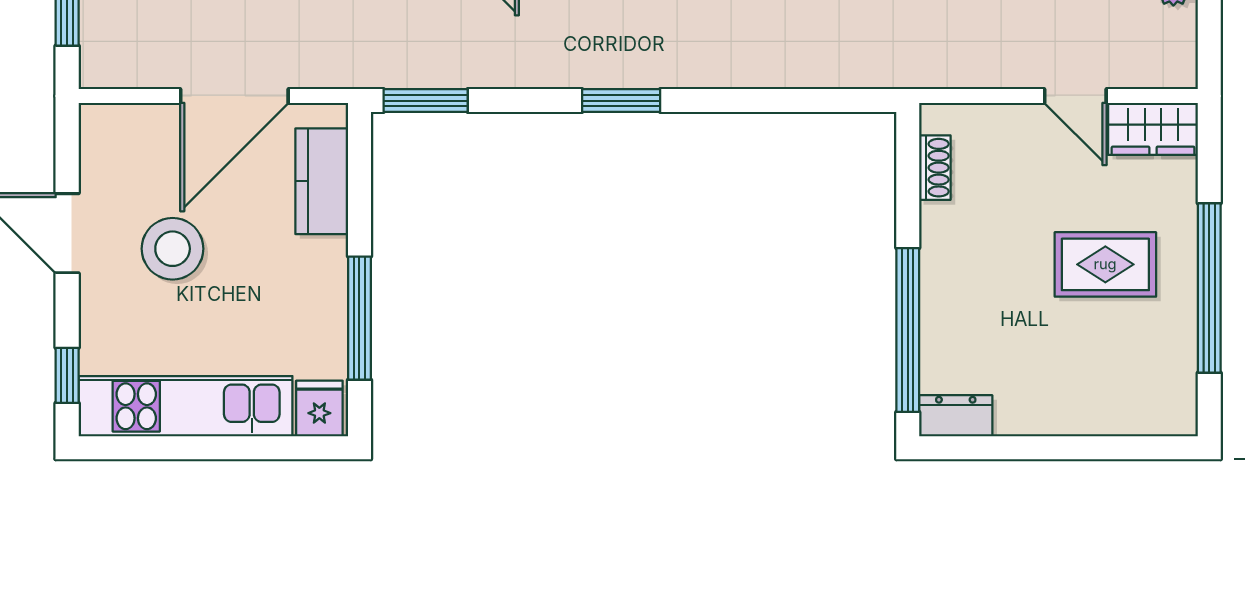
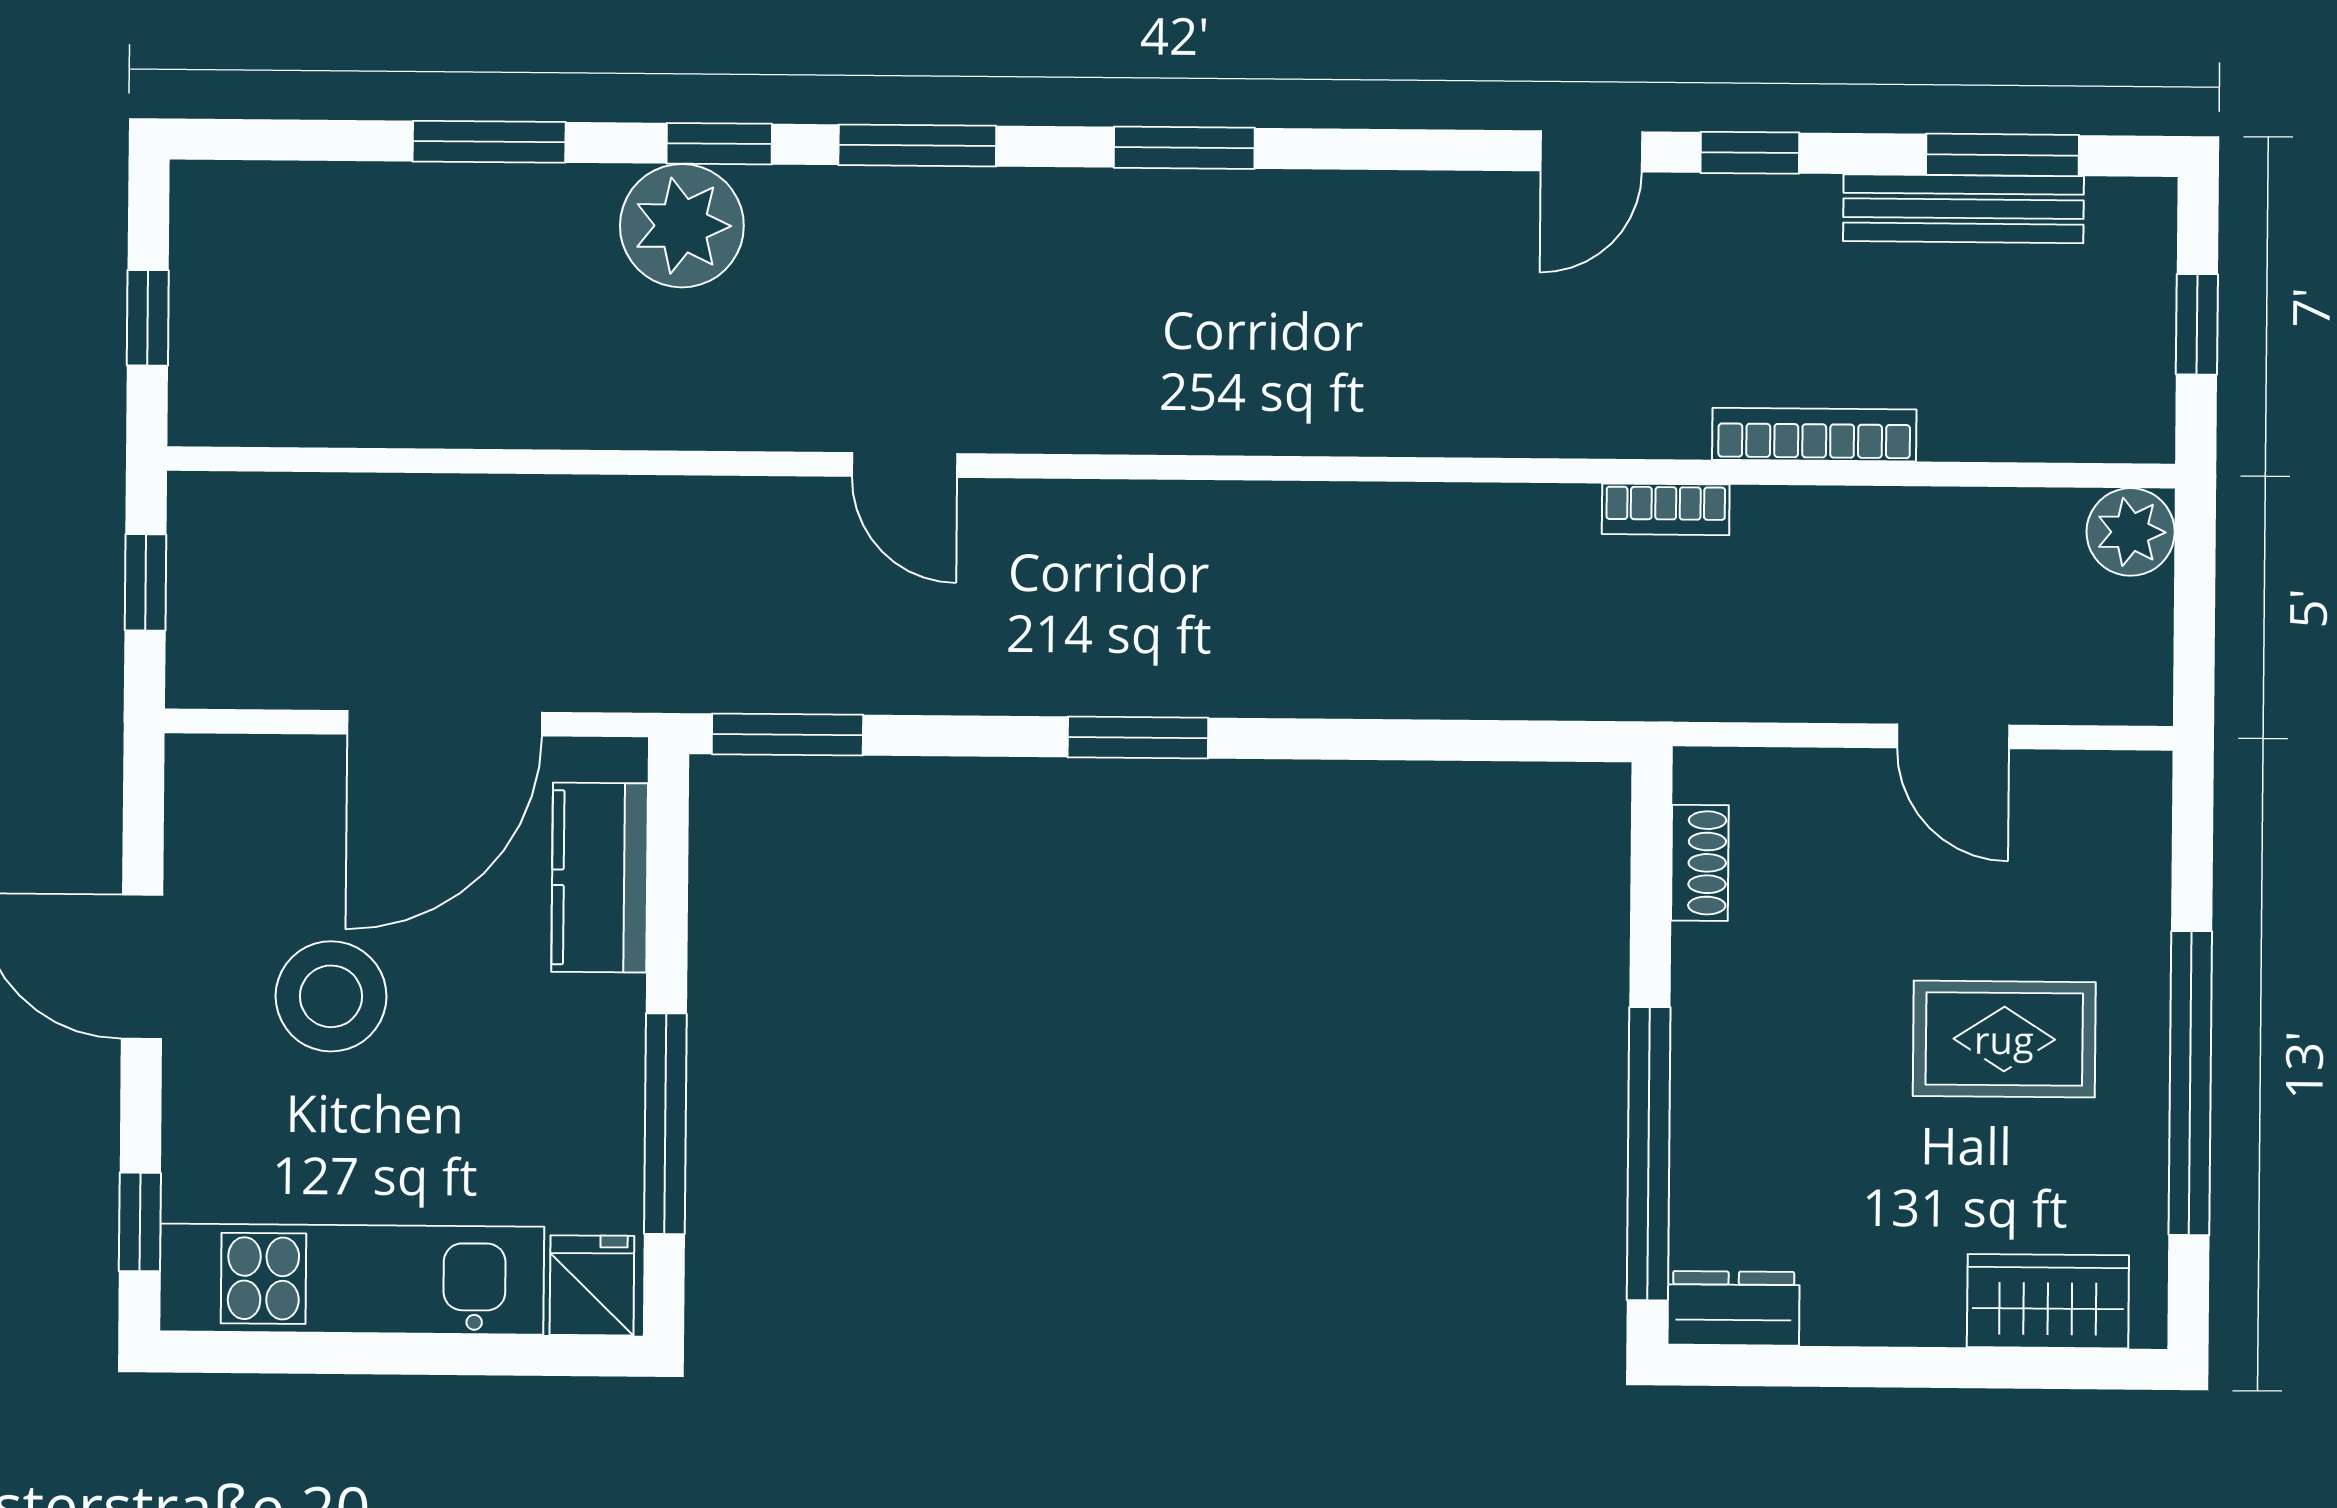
wardrobe: (1153, 129) -> (2048, 1301), moved, turned 180

